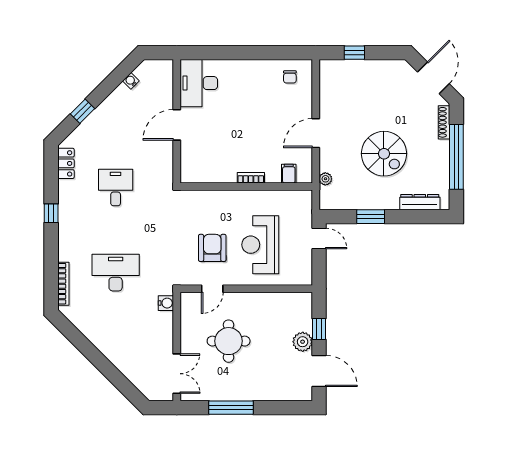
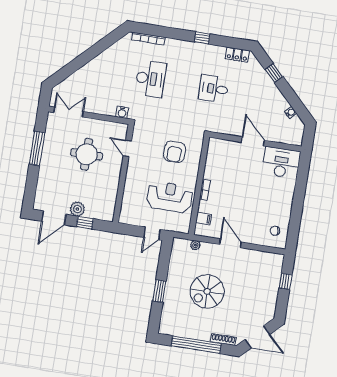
desk: (116, 187) -> (214, 89), turned 180
dresser: (420, 202) -> (167, 312), removed
window: (371, 217) -> (159, 291), moved
reception desk: (260, 245) -> (170, 197), moved
armchair: (212, 248) -> (175, 152), moved, turned 92
double door: (177, 374) -> (69, 112), swing flipped

